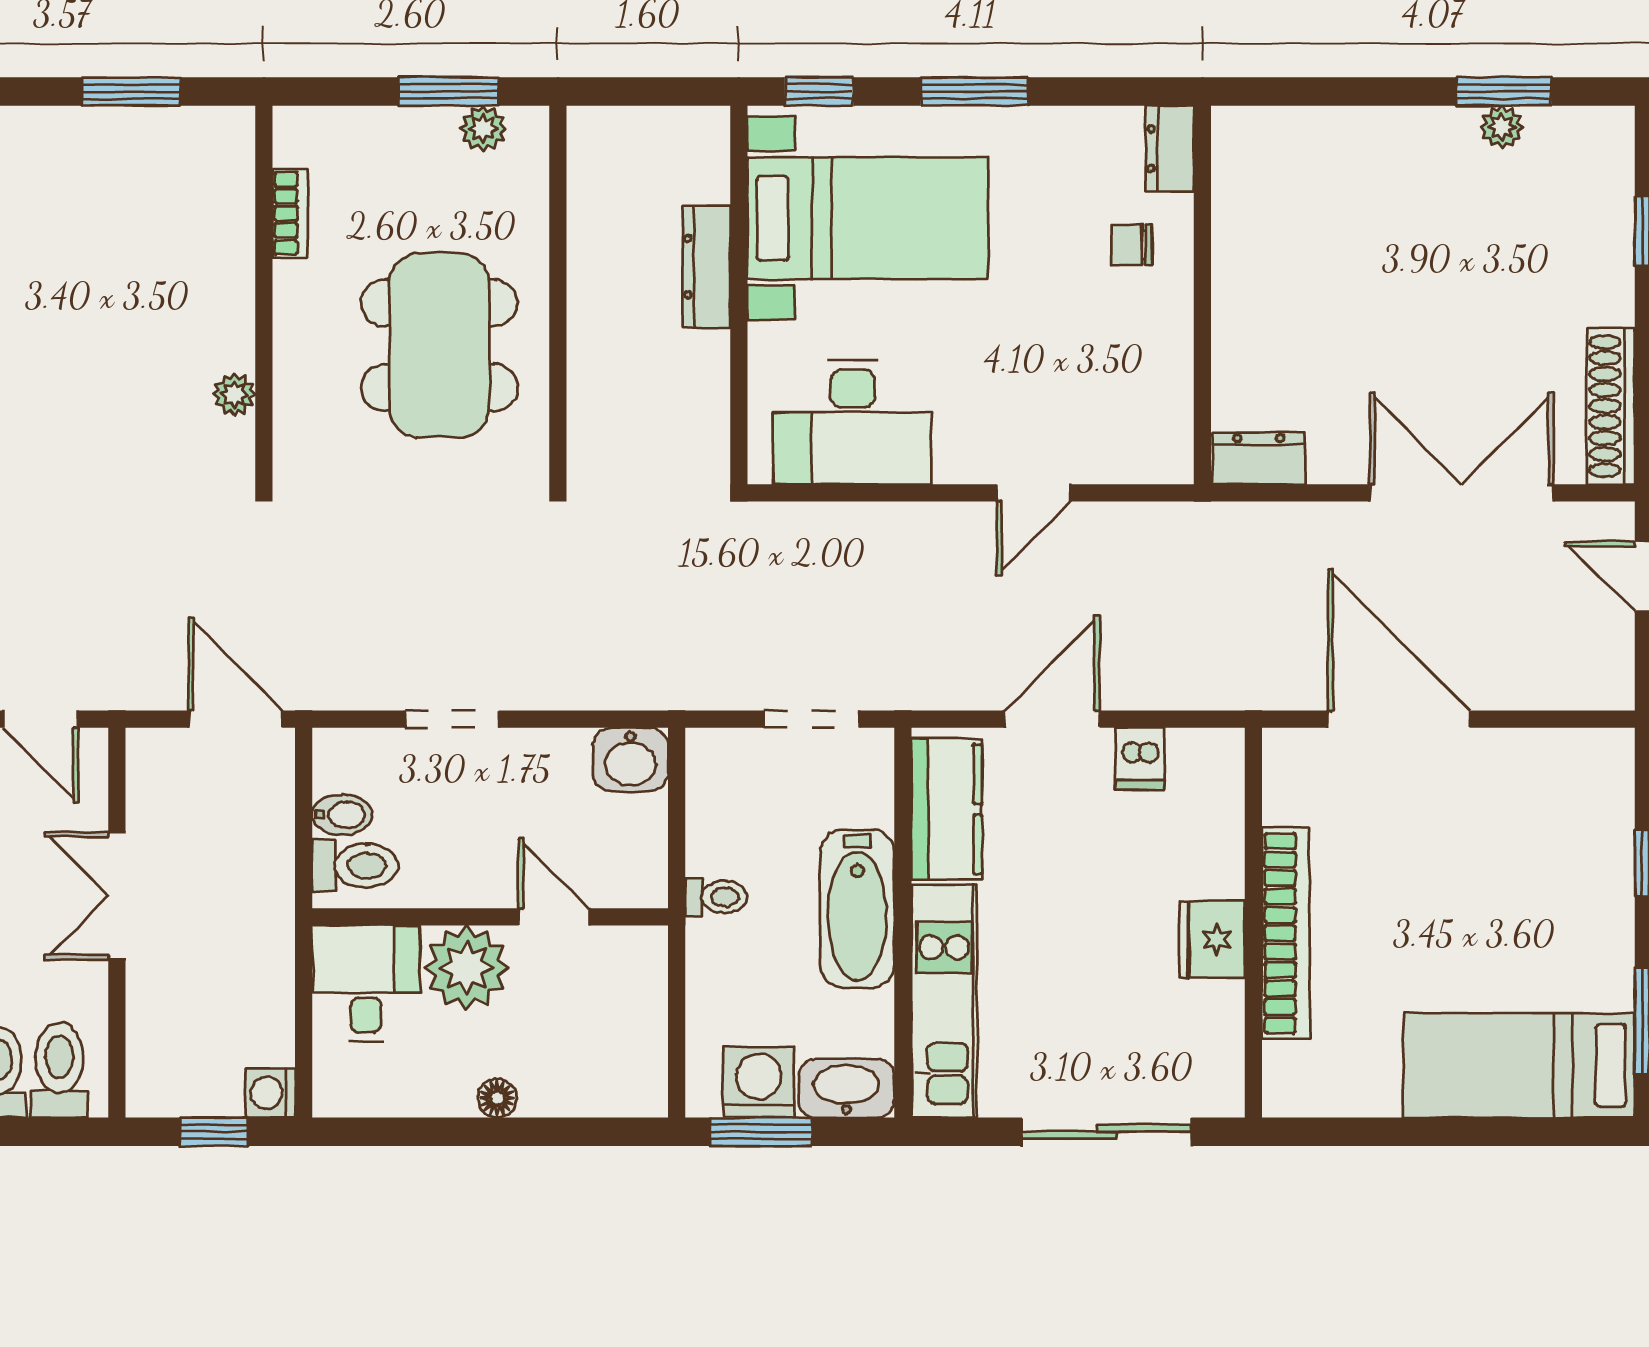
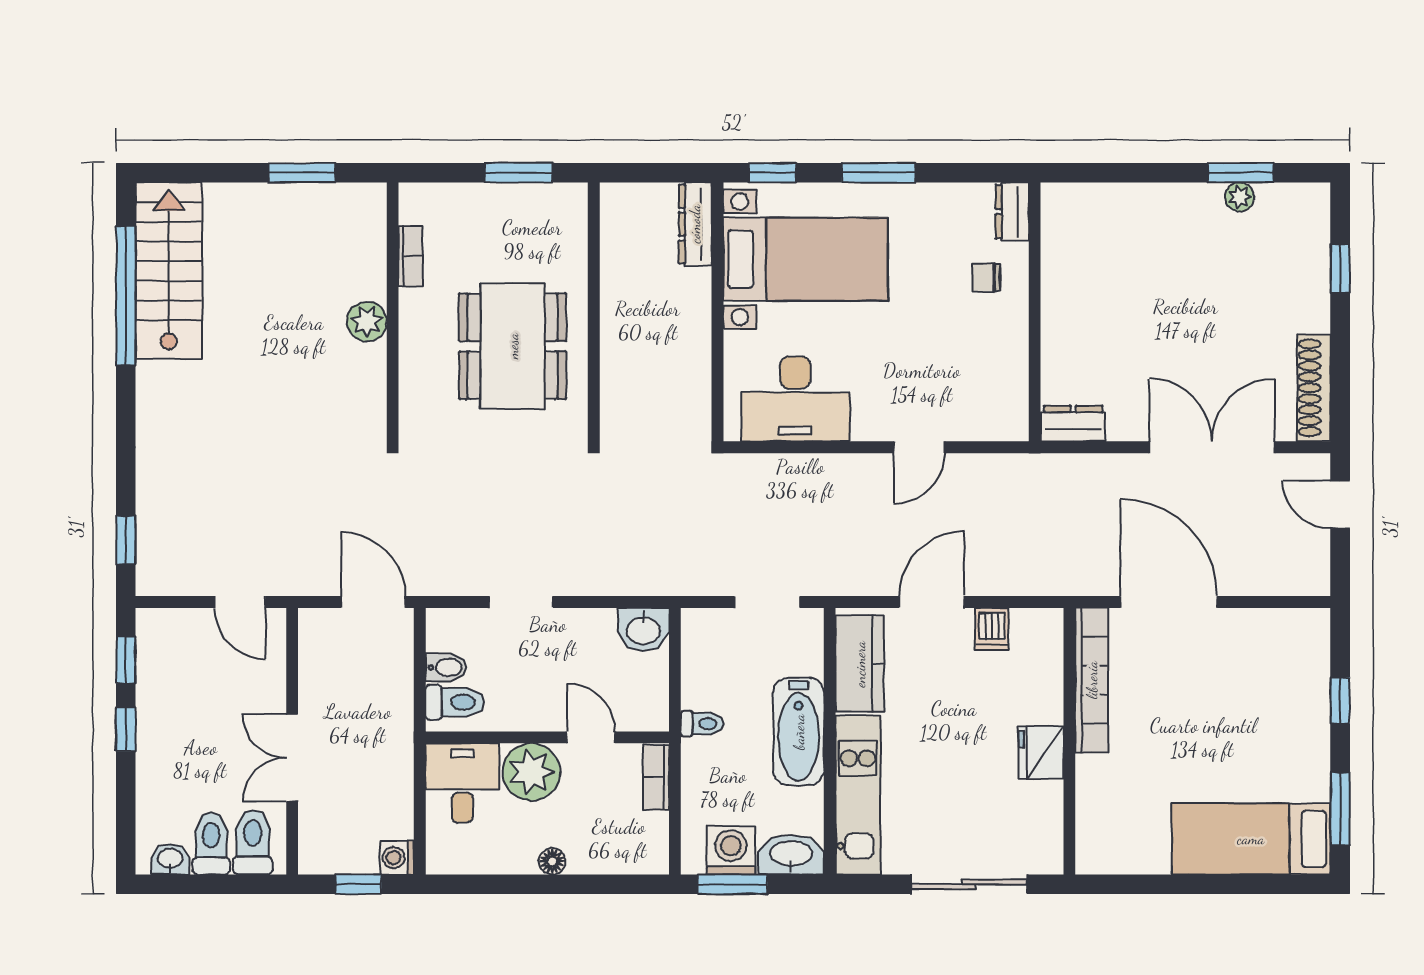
plant: (483, 128) -> (543, 198), removed
dresser: (706, 267) -> (695, 224), moved
plant: (234, 395) -> (367, 322), moved, width x1.38, depth x1.38
double door: (117, 896) -> (292, 758), moved
bookcase: (1286, 933) -> (1092, 680), moved
bookcase: (649, 976) -> (656, 777), added

